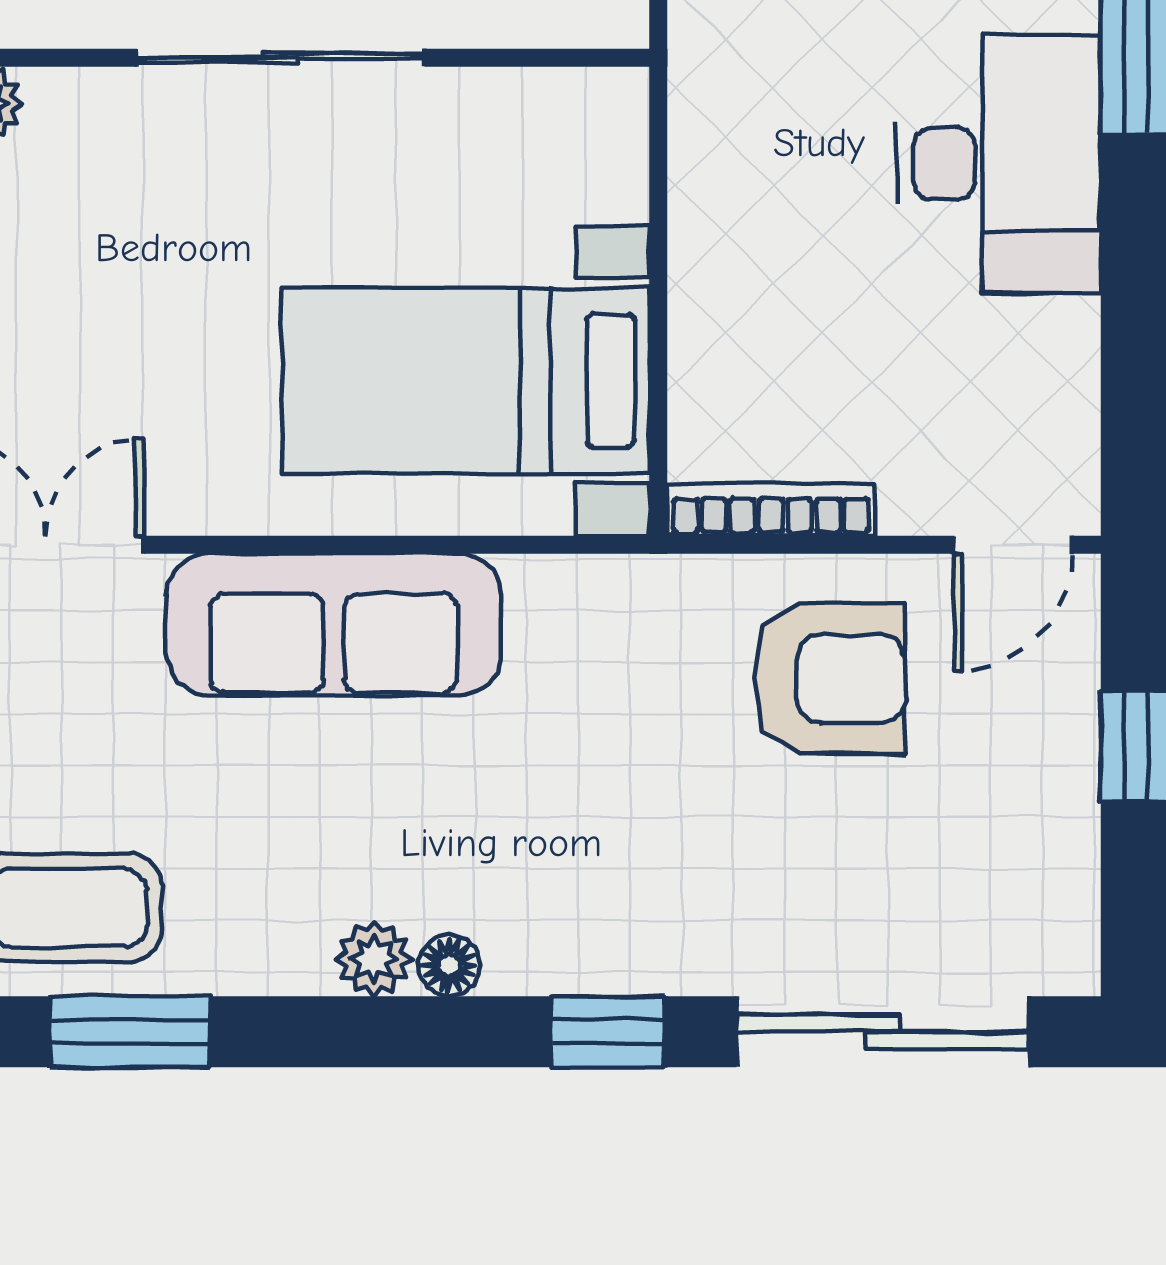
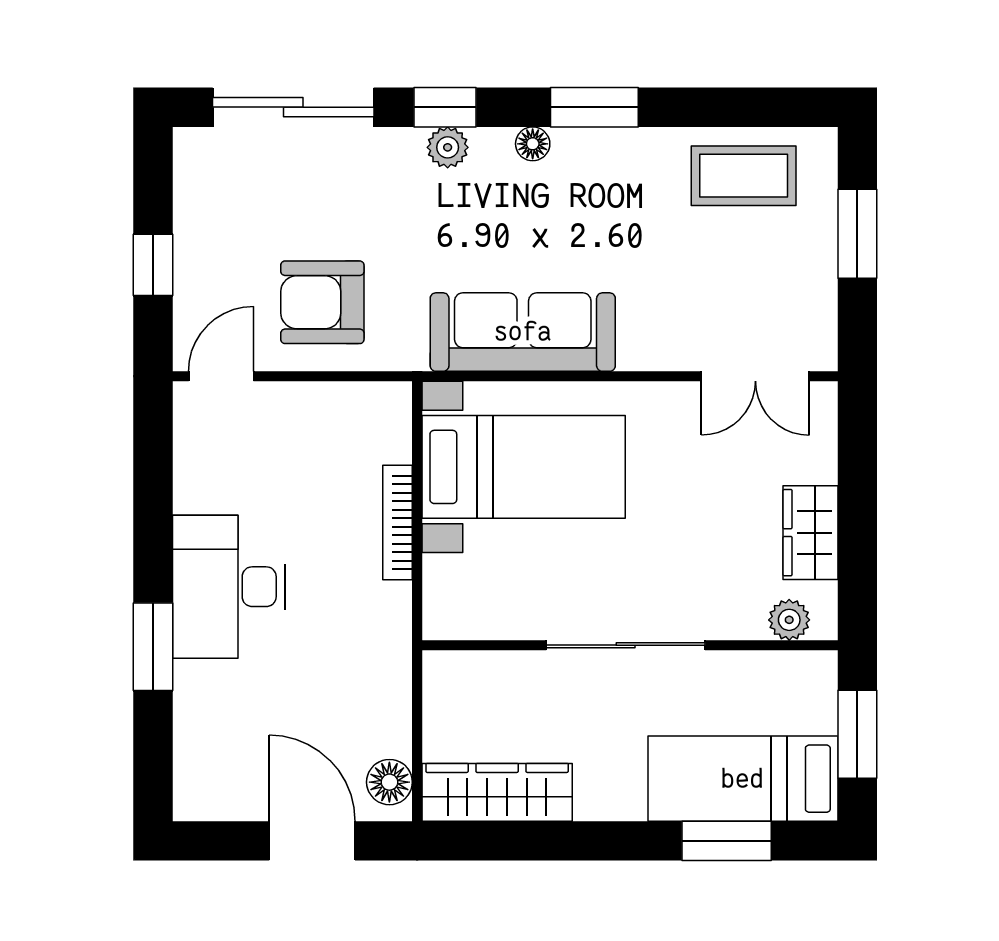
bookcase: (771, 509) -> (398, 522), moved, turned 90
sofa: (334, 625) -> (523, 332), moved
plant: (374, 959) -> (448, 147), moved
window: (130, 1032) -> (594, 107), moved

